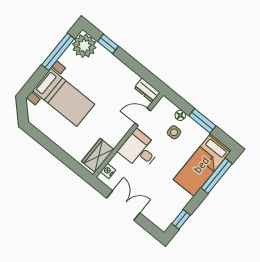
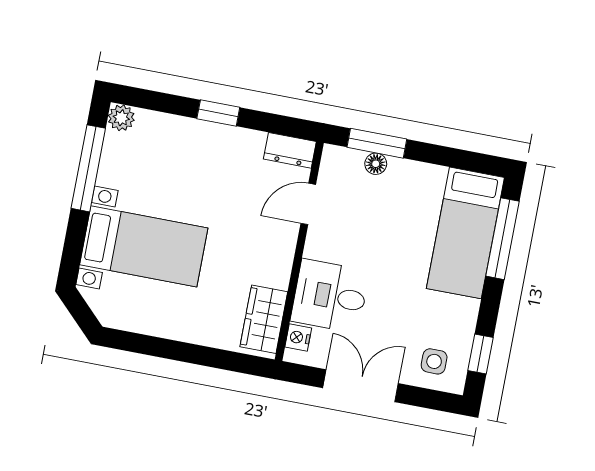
window: (108, 44) -> (218, 113), moved
plant: (84, 46) -> (121, 118), width x0.53, depth x0.53
window: (202, 121) -> (377, 143), moved
side table: (174, 132) -> (434, 361), moved
desk: (139, 150) -> (330, 296), moved

